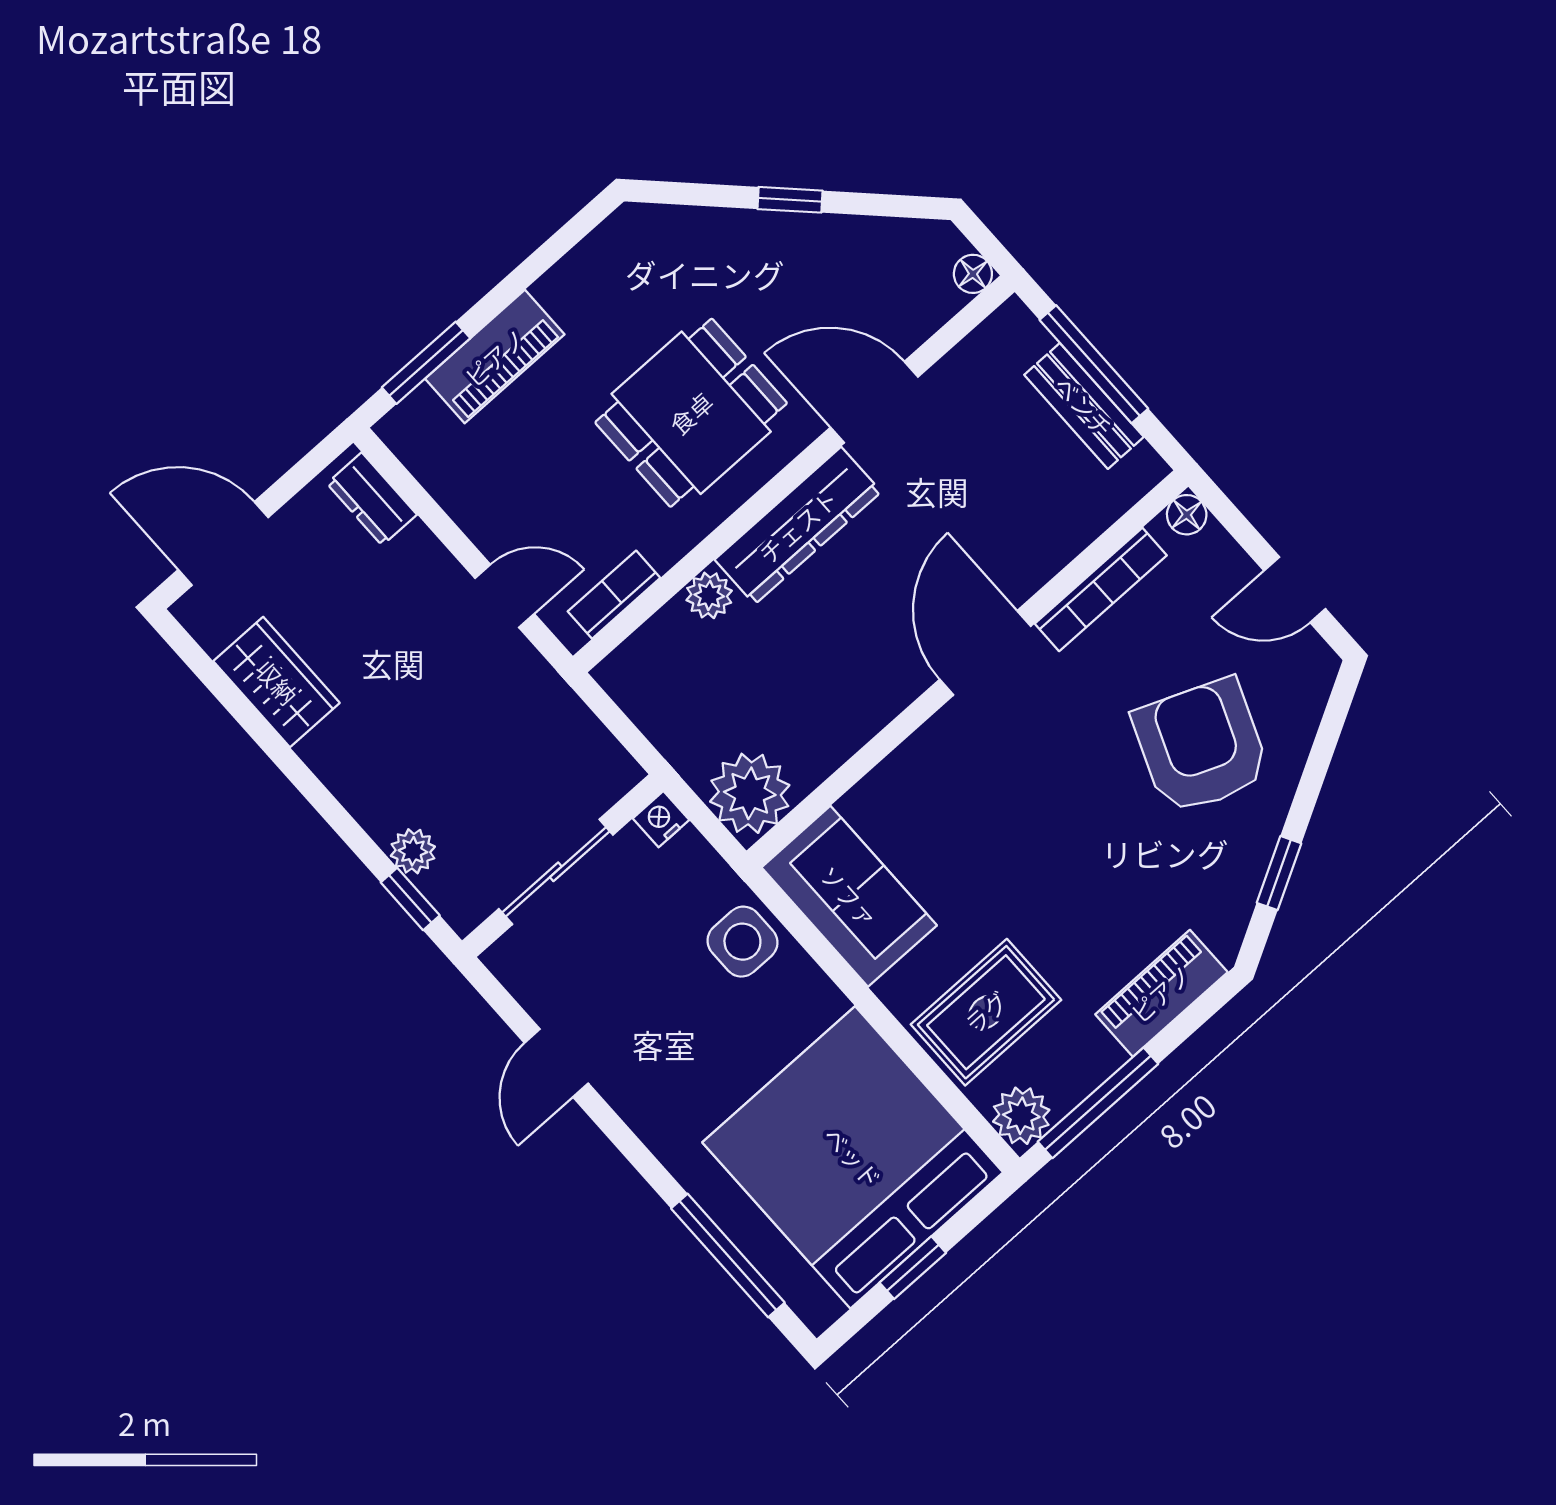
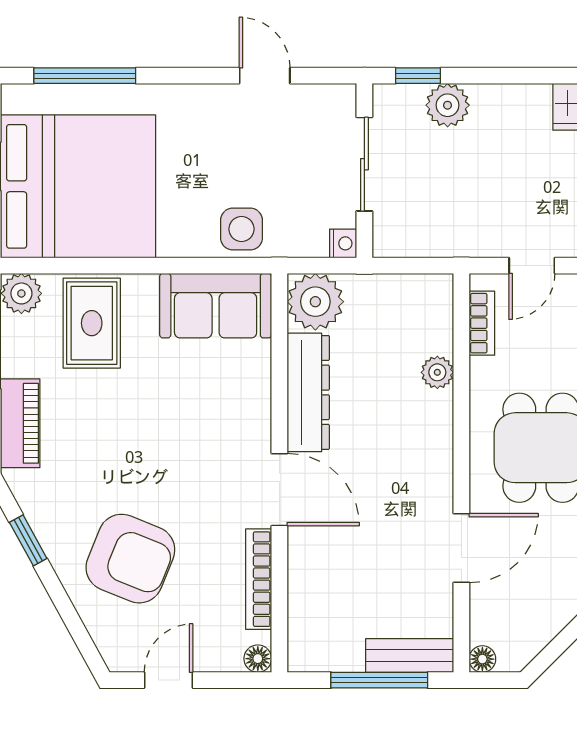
bench: (1084, 406) -> (410, 656), moved
dresser: (798, 526) -> (308, 392), moved, turned 180
plant: (413, 851) -> (448, 105), width x1.38, depth x1.38

